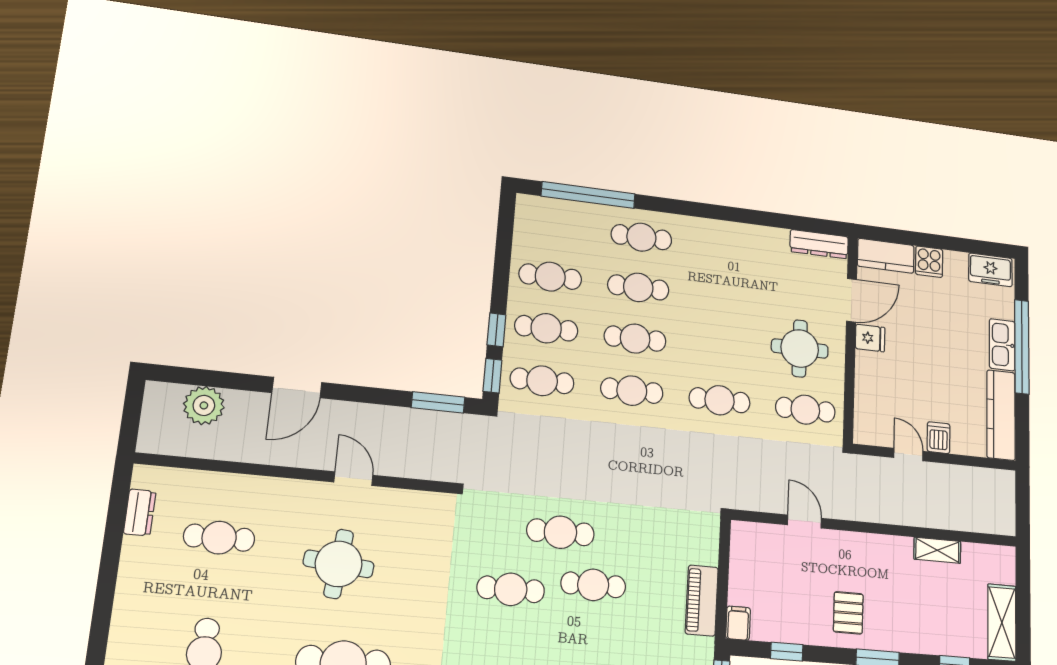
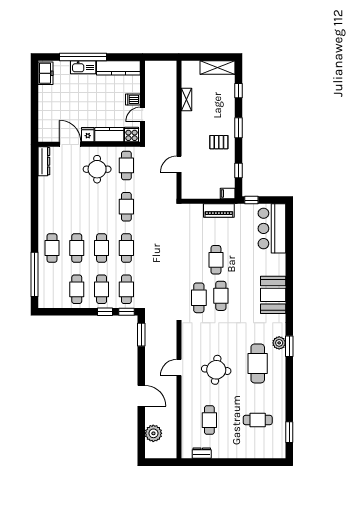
kitchen counter: (886, 256) -> (109, 135), moved, turned -90
cooker: (929, 262) -> (132, 134), moved, turned -90
cafe table: (560, 532) -> (199, 298), moved

